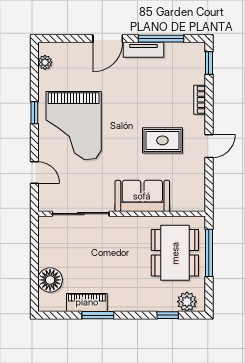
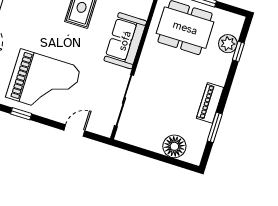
piano: (87, 302) -> (210, 103), moved
plant: (187, 302) -> (228, 44), moved
window: (98, 315) -> (215, 127), moved

